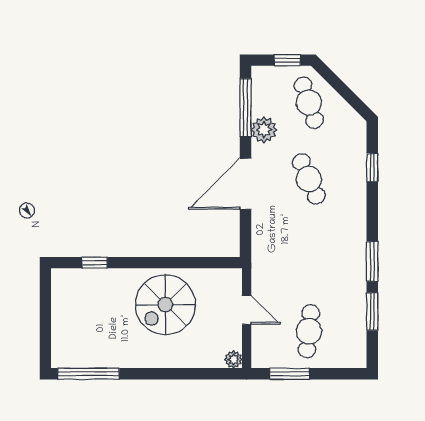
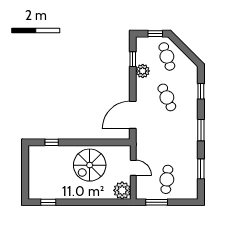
window: (245, 108) -> (133, 59), width x0.46
door: (245, 184) -> (133, 115), moved
window: (372, 261) -> (201, 130), moved
plant: (233, 359) -> (122, 190), width x1.88, depth x1.88
window: (88, 374) -> (48, 202), width x0.46

